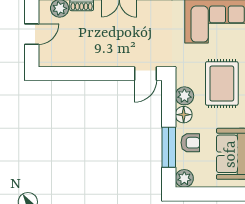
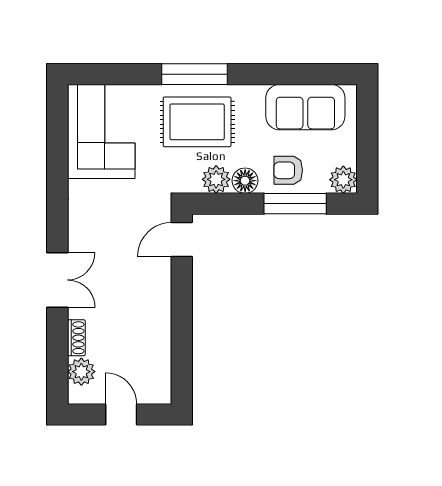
door: (145, 74) -> (182, 239), swing flipped
armchair: (190, 143) -> (288, 170), turned -90

